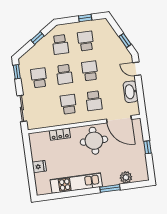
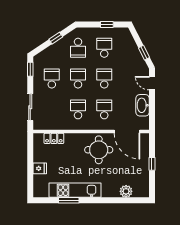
school desk: (64, 74) -> (78, 79), turned 180
school desk: (94, 101) -> (104, 109), turned 180
locker: (60, 134) -> (54, 138), moved
window: (110, 188) -> (69, 200), moved

